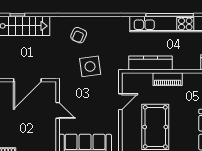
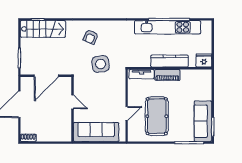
kitchen counter: (151, 63) -> (170, 61), moved
tv unit: (138, 78) -> (142, 74), added
door: (120, 102) -> (127, 113), moved

